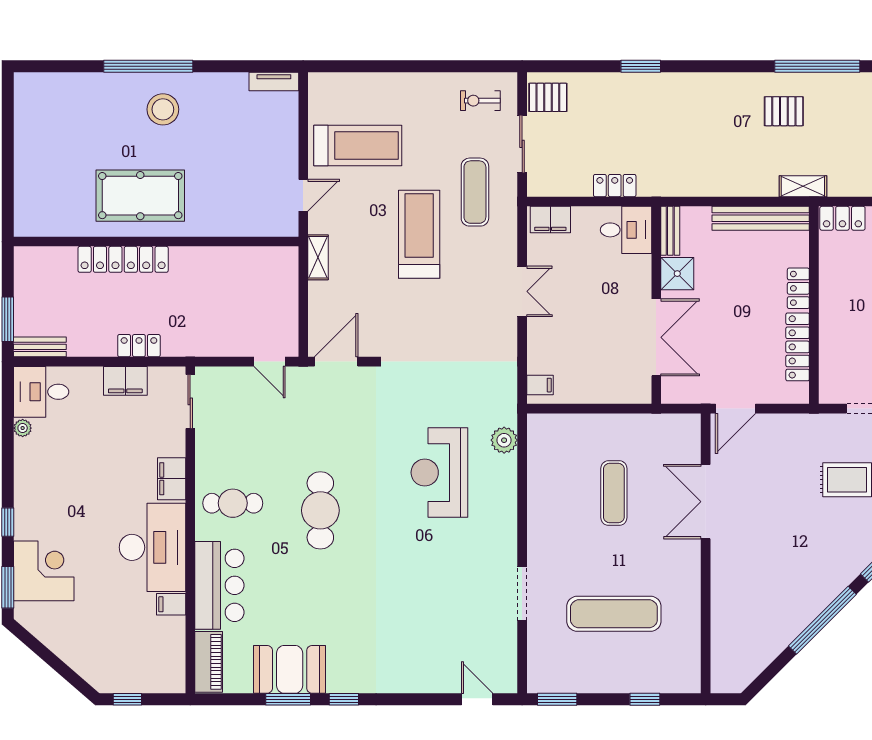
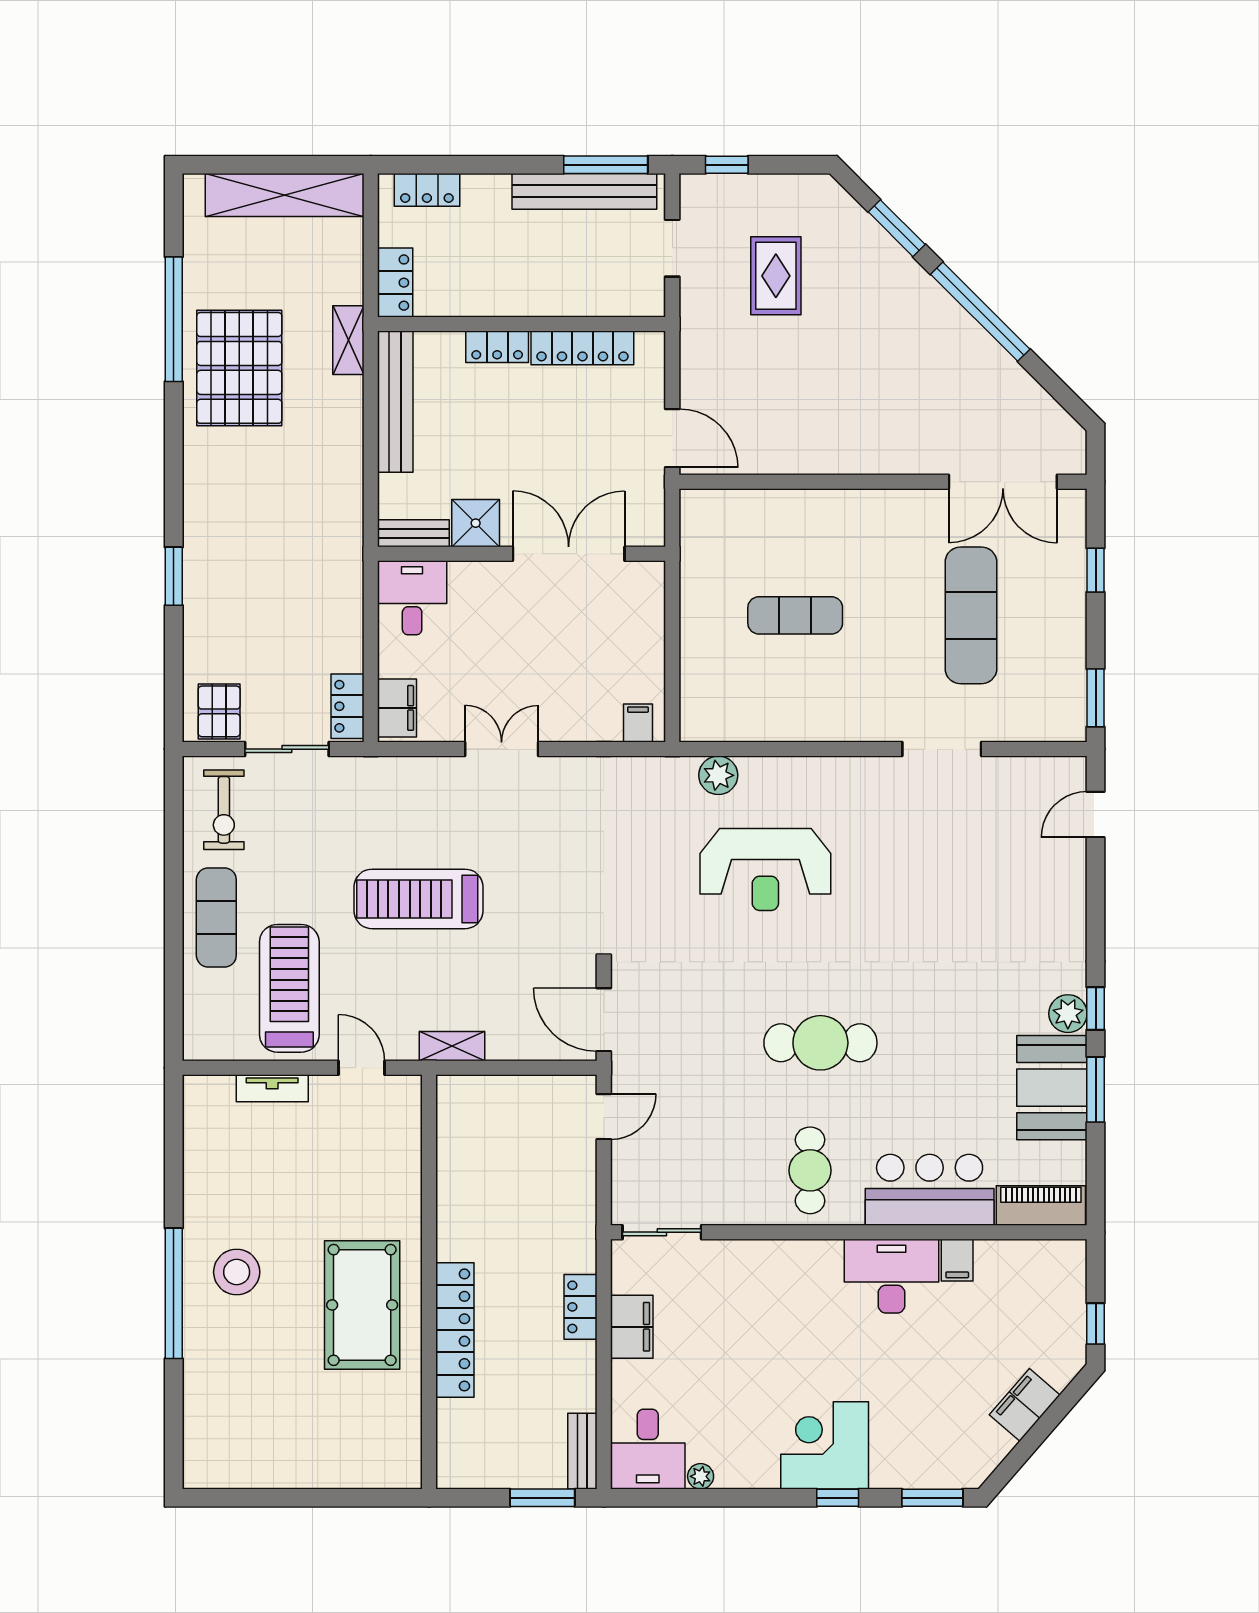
tv unit: (274, 81) -> (272, 1088), moved, turned 90
exercise bike: (480, 101) -> (224, 810), width x1.38, depth x1.39
pallet: (784, 111) -> (239, 368), width x2.05, depth x2.00
locker: (615, 186) -> (348, 706), moved
exercise mat: (475, 192) -> (216, 917), moved, turned 90
filing cabinet: (172, 479) -> (1025, 1405), moved, turned 131
double door: (706, 502) -> (1003, 482), moved
desk: (152, 547) -> (892, 1276), width x0.73, depth x0.77
corner desk: (44, 571) -> (825, 1445), moved
plant: (340, 680) -> (1068, 1014), added

